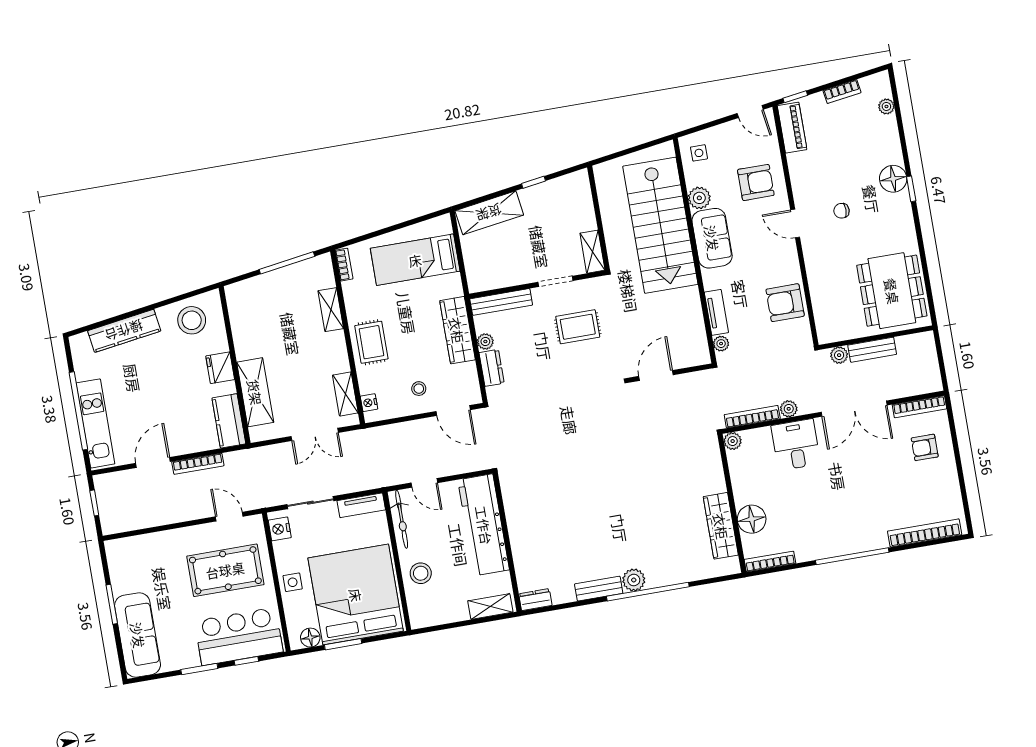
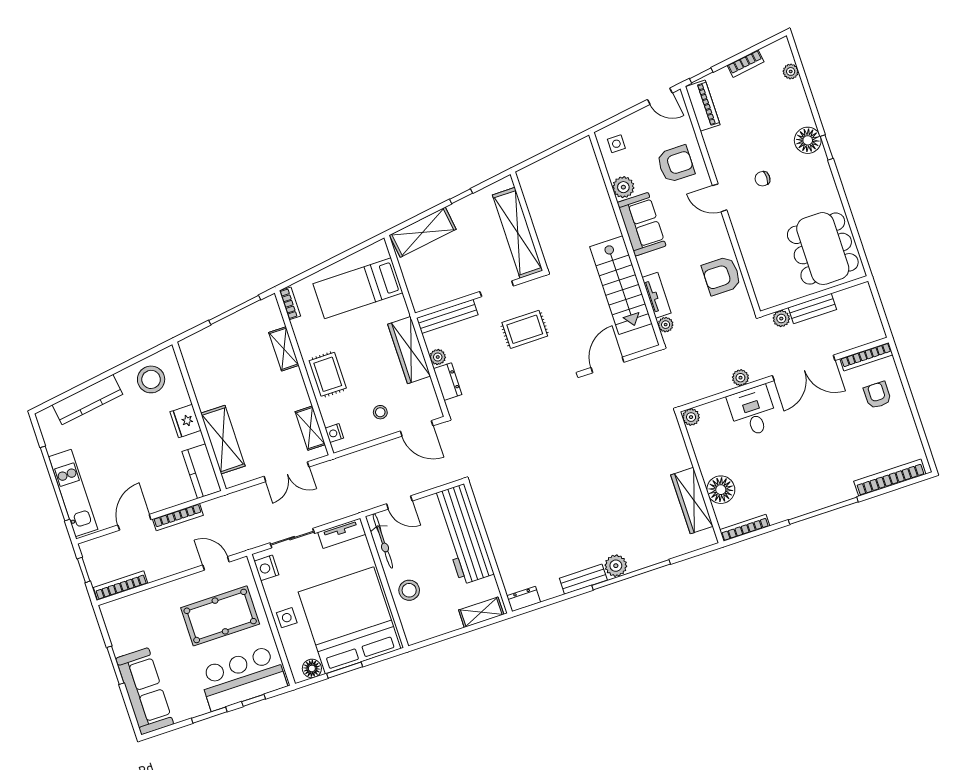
stairs: (660, 225) -> (621, 285), moved, width x0.73, depth x0.66
shelving: (592, 252) -> (518, 233), width x2.20, depth x1.33
bookcase: (752, 417) -> (121, 585), moved
armchair: (925, 447) -> (877, 395), turned 90

